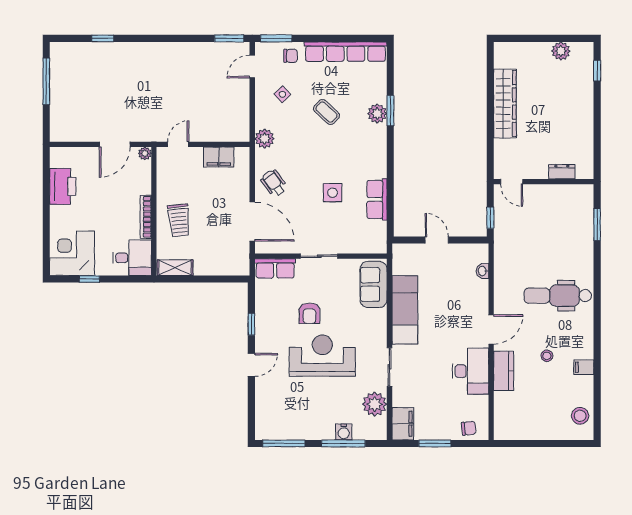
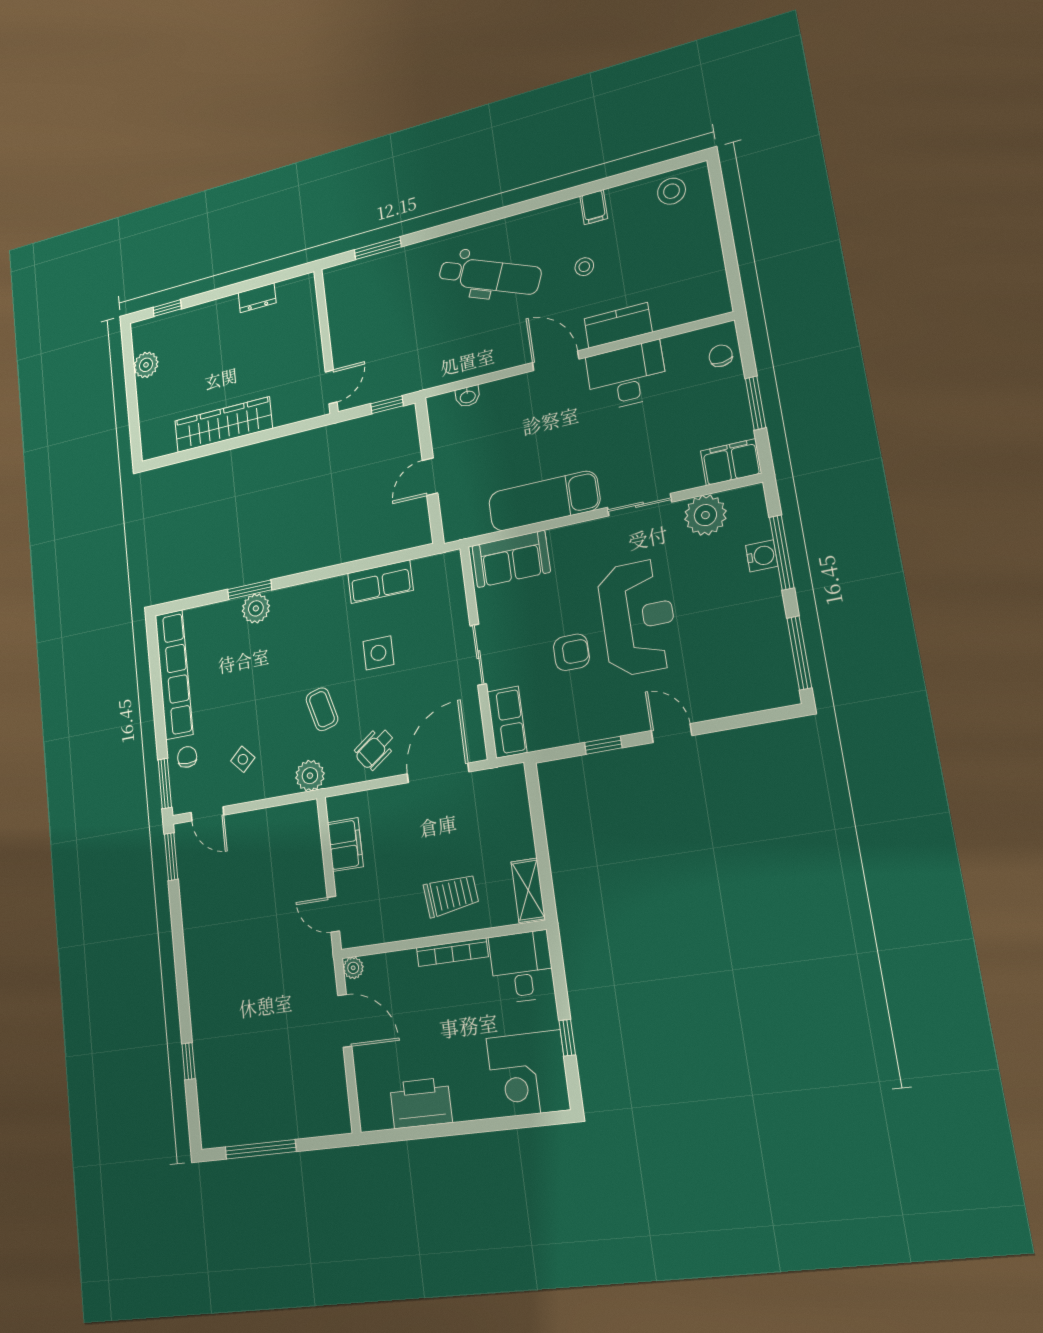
coffee table: (326, 112) -> (322, 709), moved, turned -58
dresser: (562, 172) -> (257, 298), moved, turned -90
dental chair: (558, 296) -> (490, 276), turned -68
reception desk: (322, 356) -> (638, 617), turned 180

